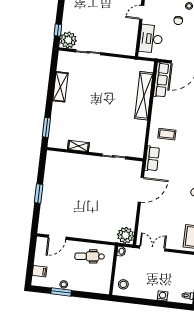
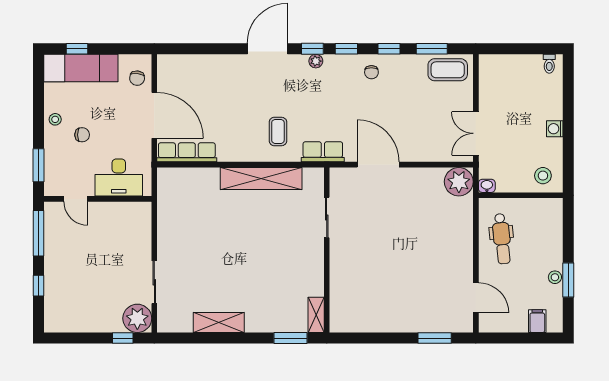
shelving: (144, 96) -> (261, 178), moved
shelving: (78, 146) -> (316, 315), moved
window: (39, 194) -> (435, 338), moved
washing machine: (163, 296) -> (555, 129), moved

